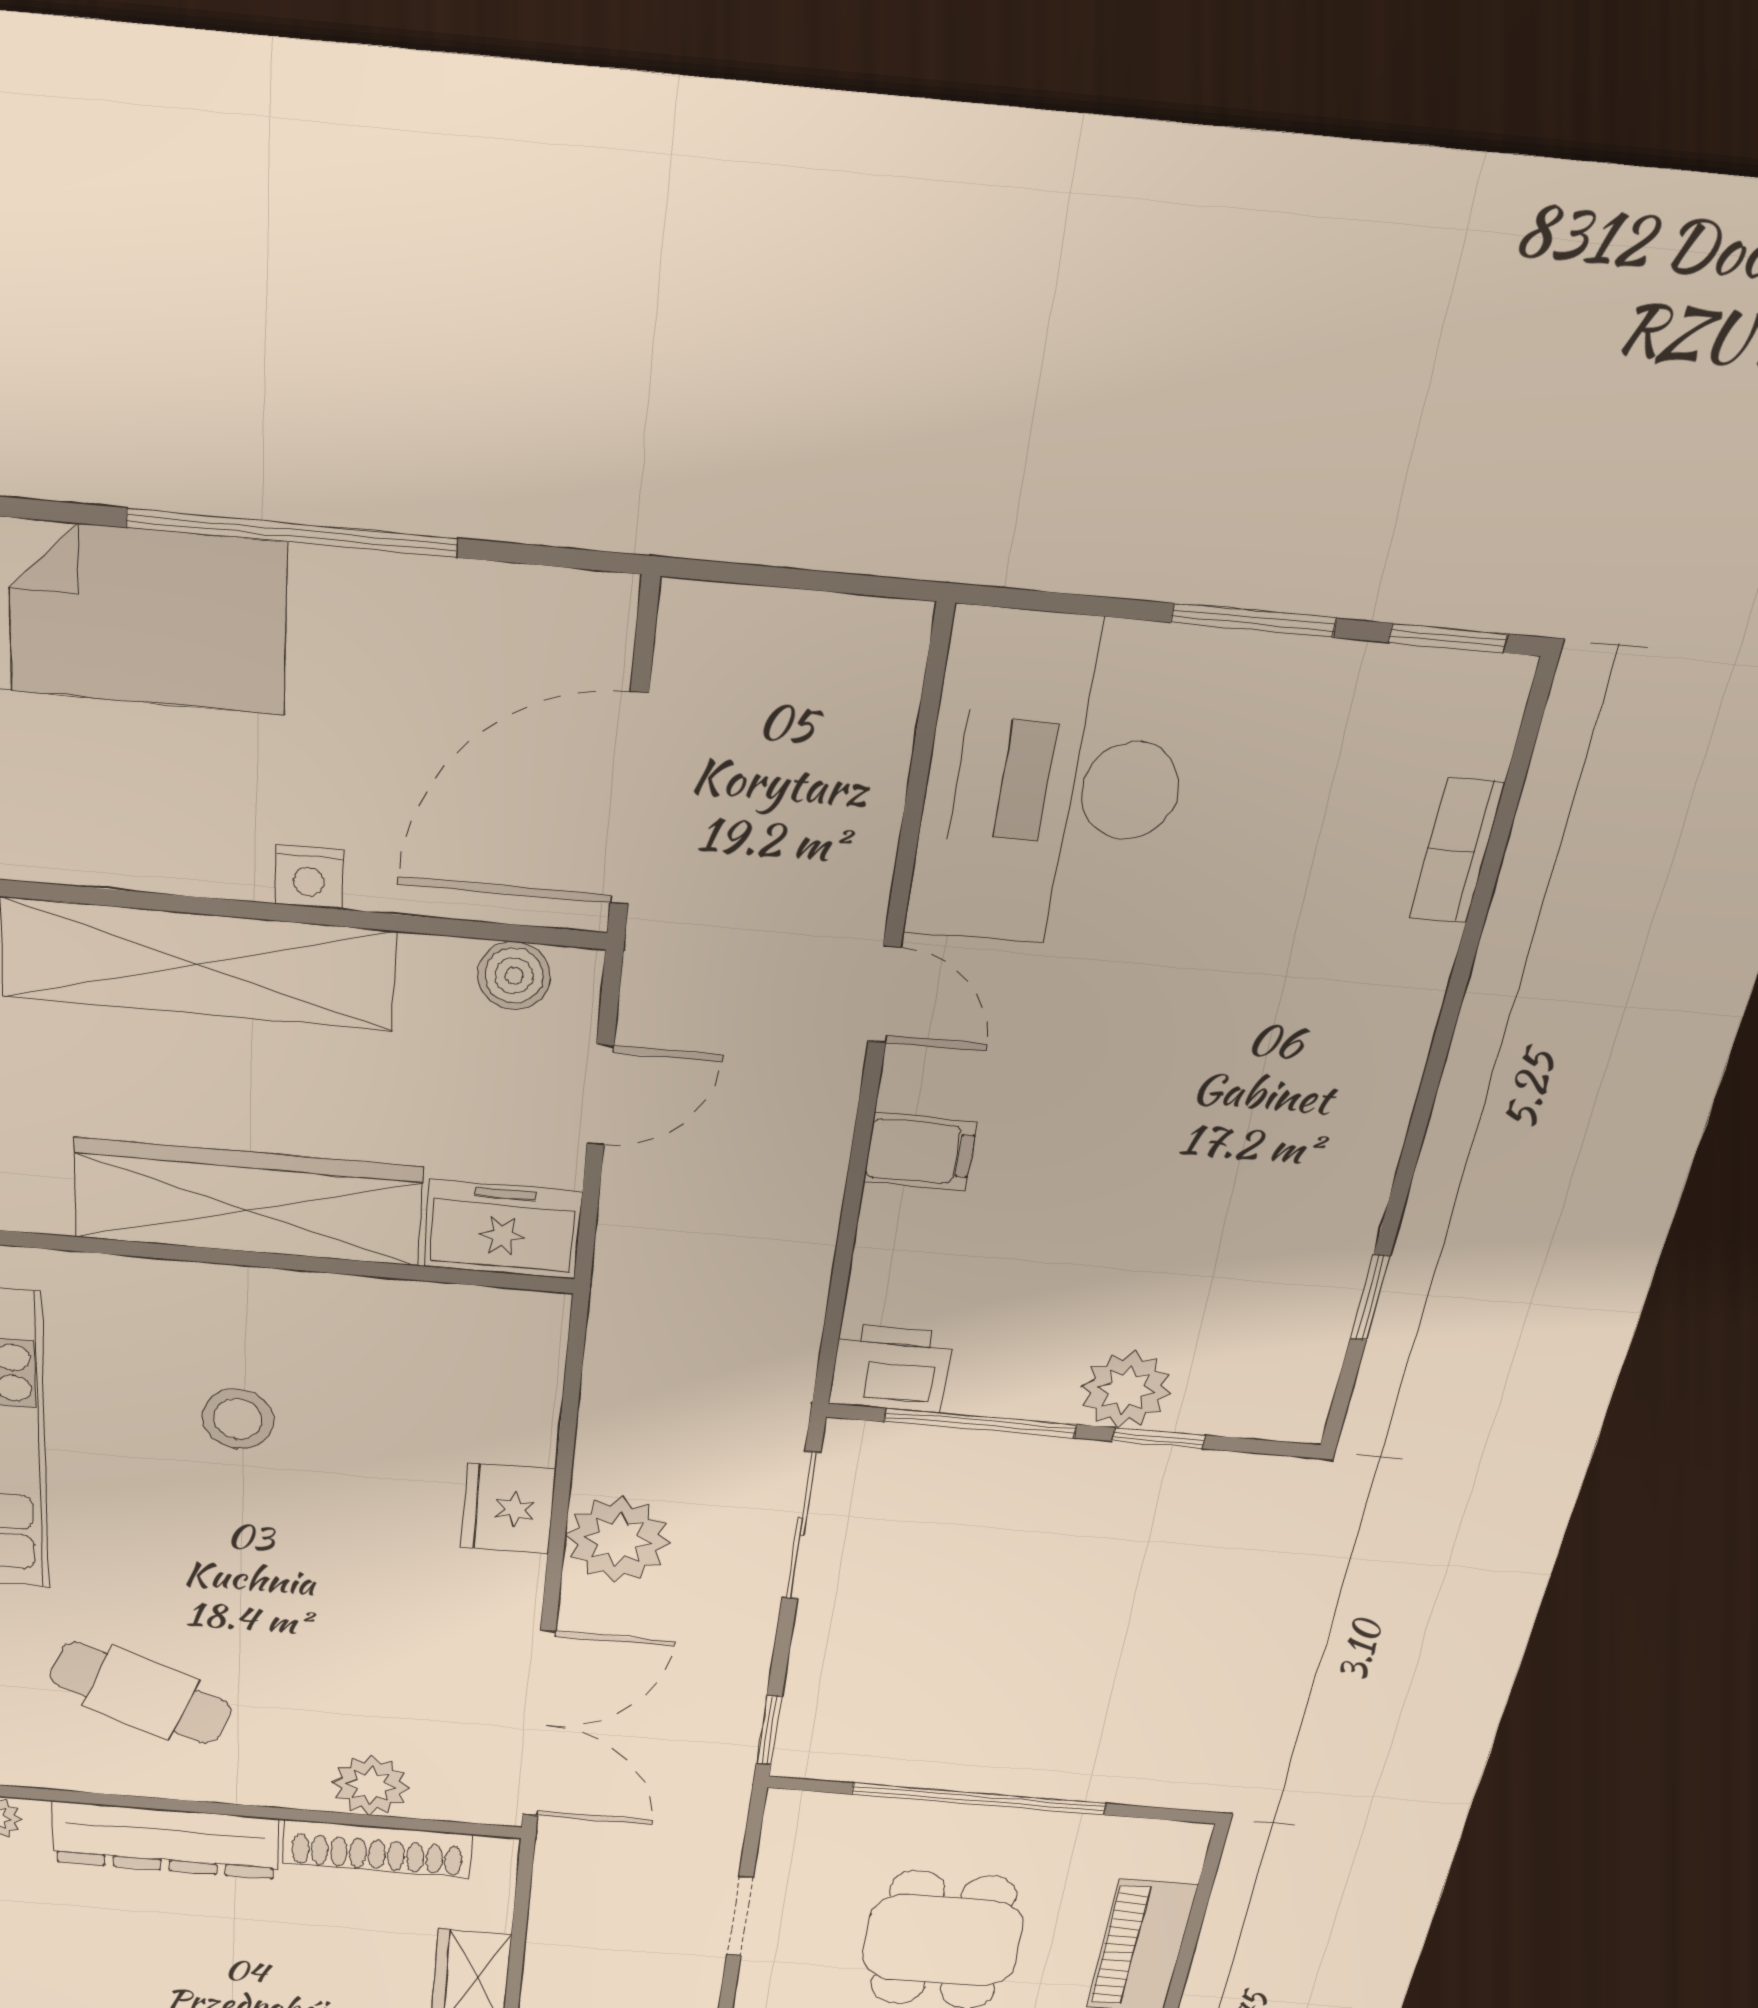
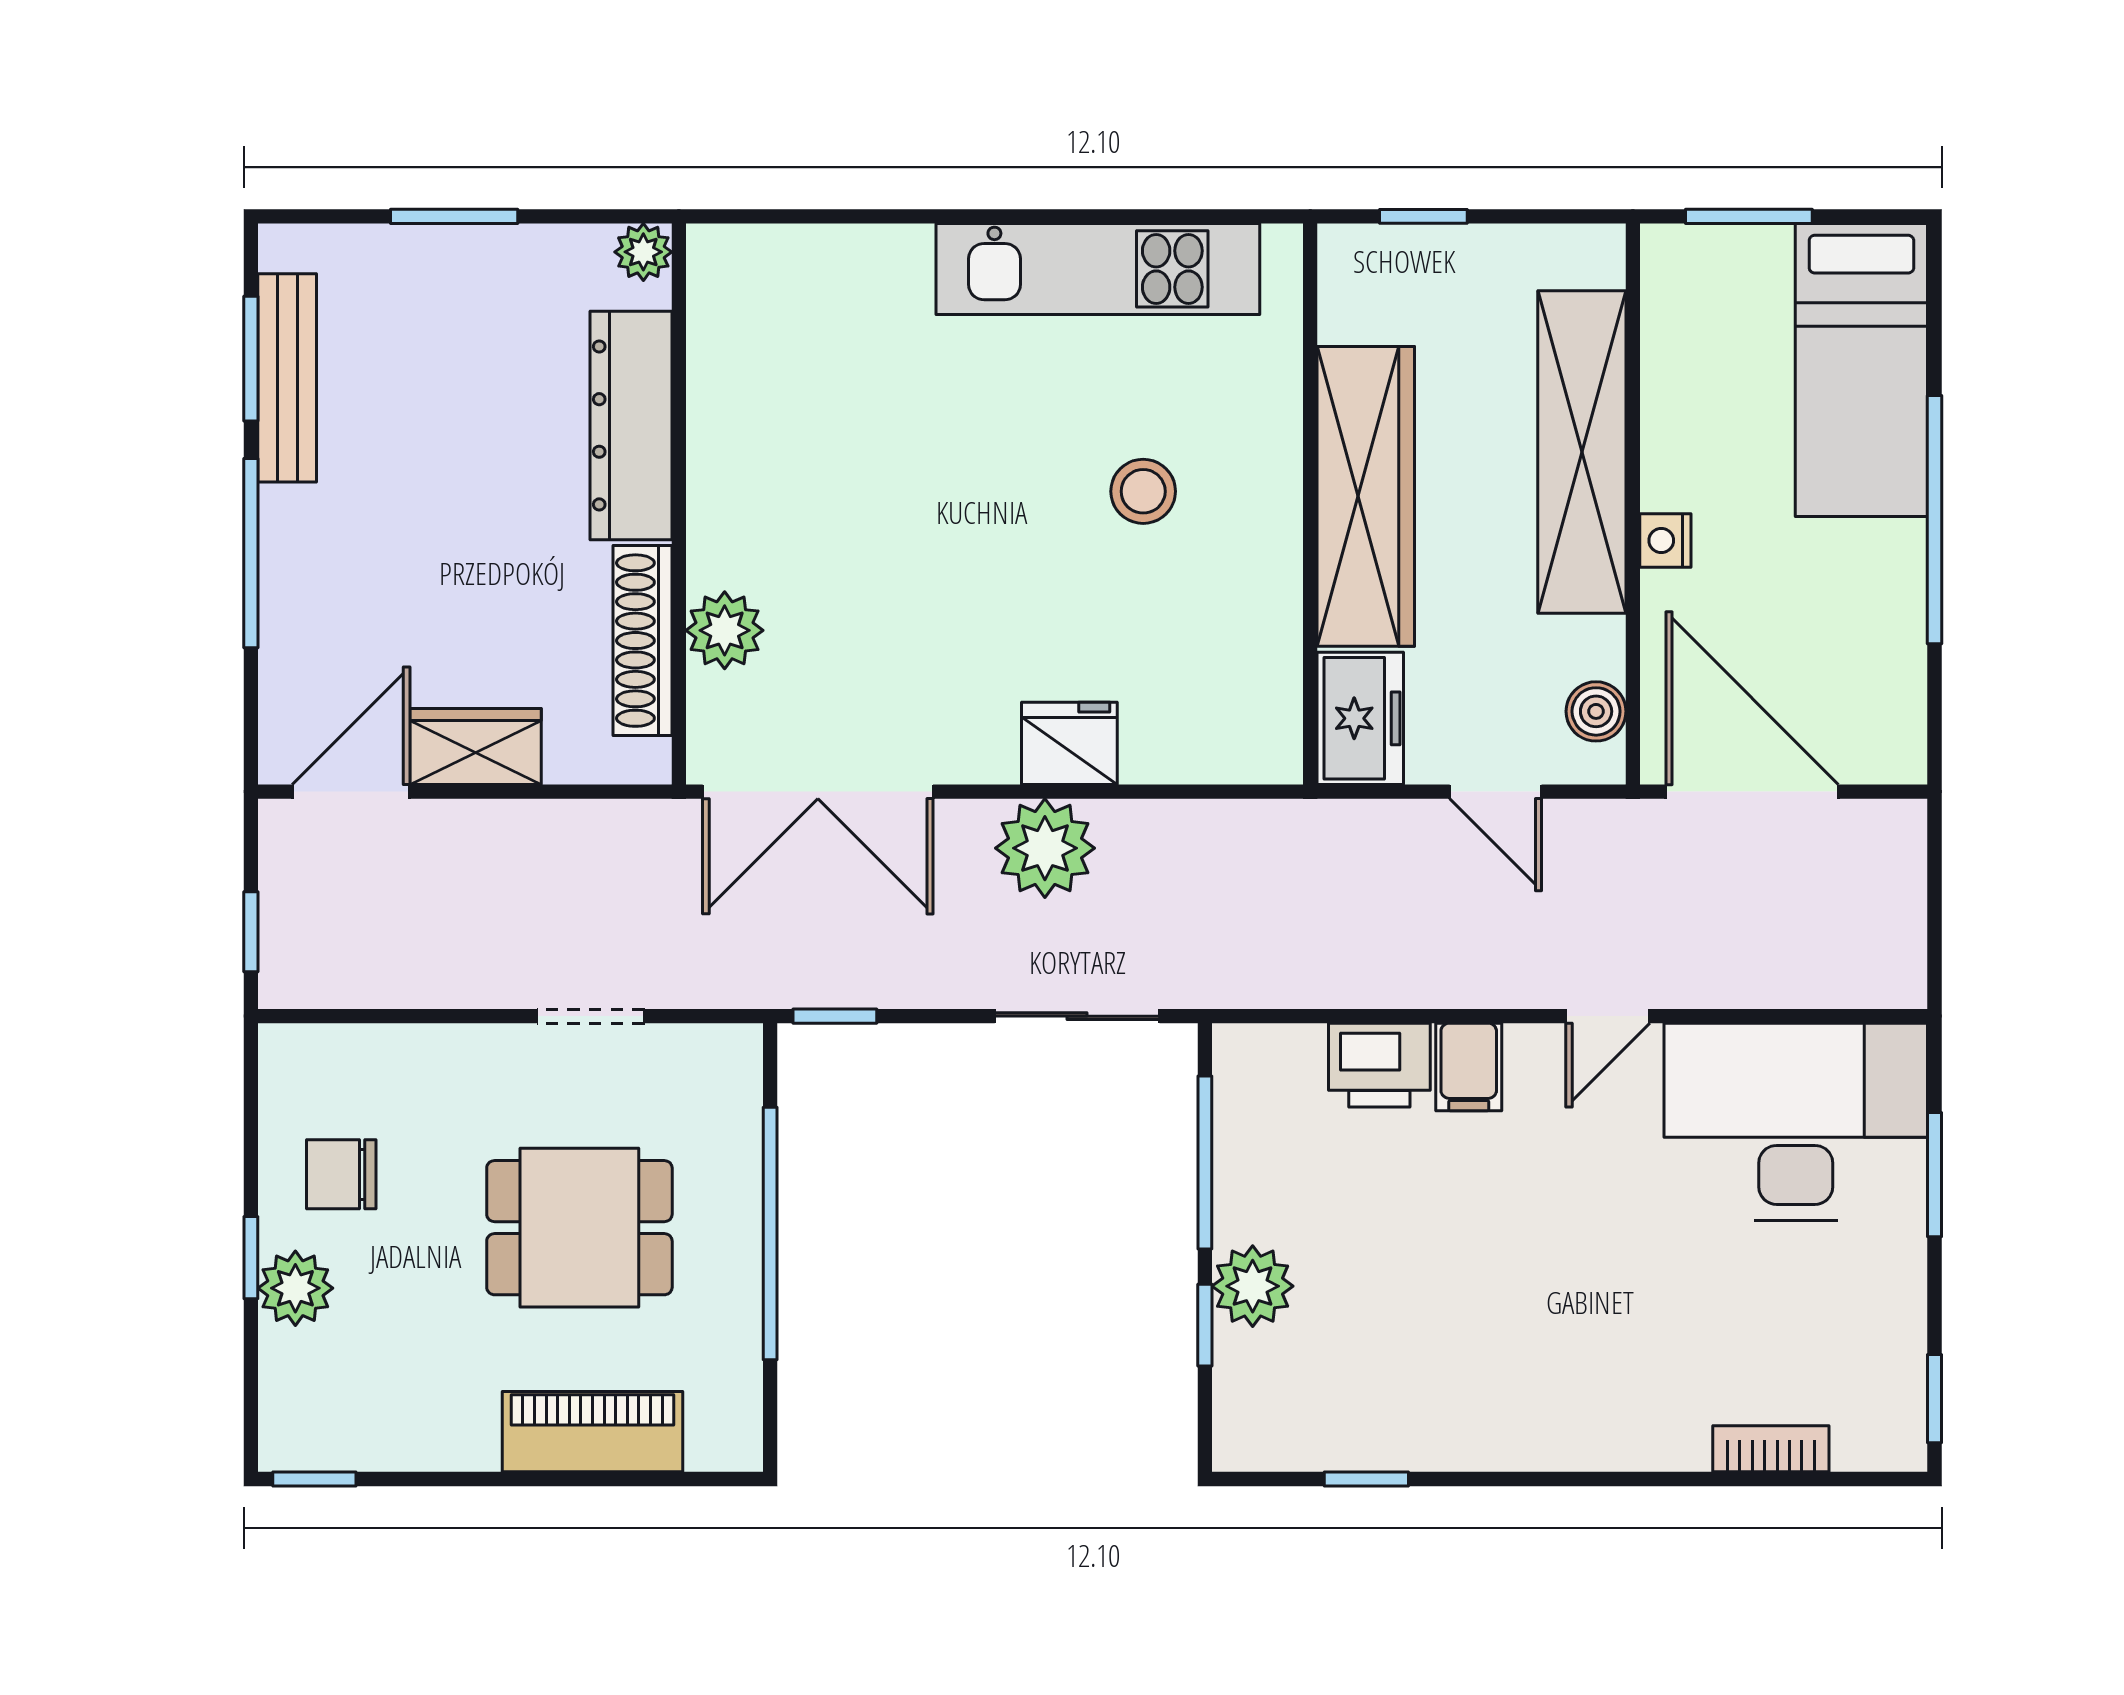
window: (1254, 620) -> (1934, 1175), moved
printer: (891, 1369) -> (1379, 1065), moved, turned 90
cafe table: (141, 1693) -> (818, 402), removed

